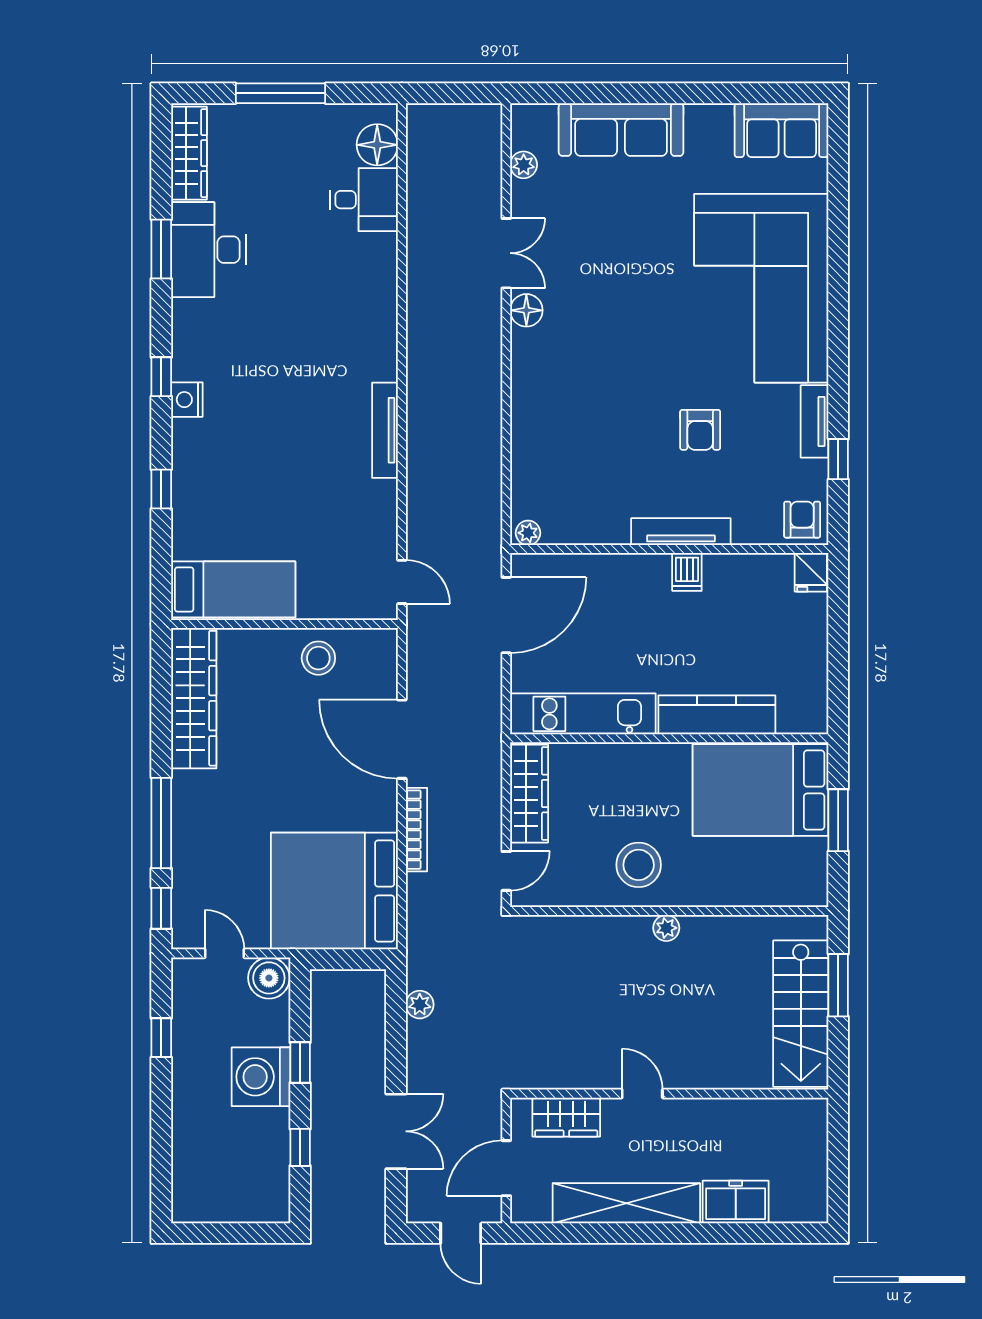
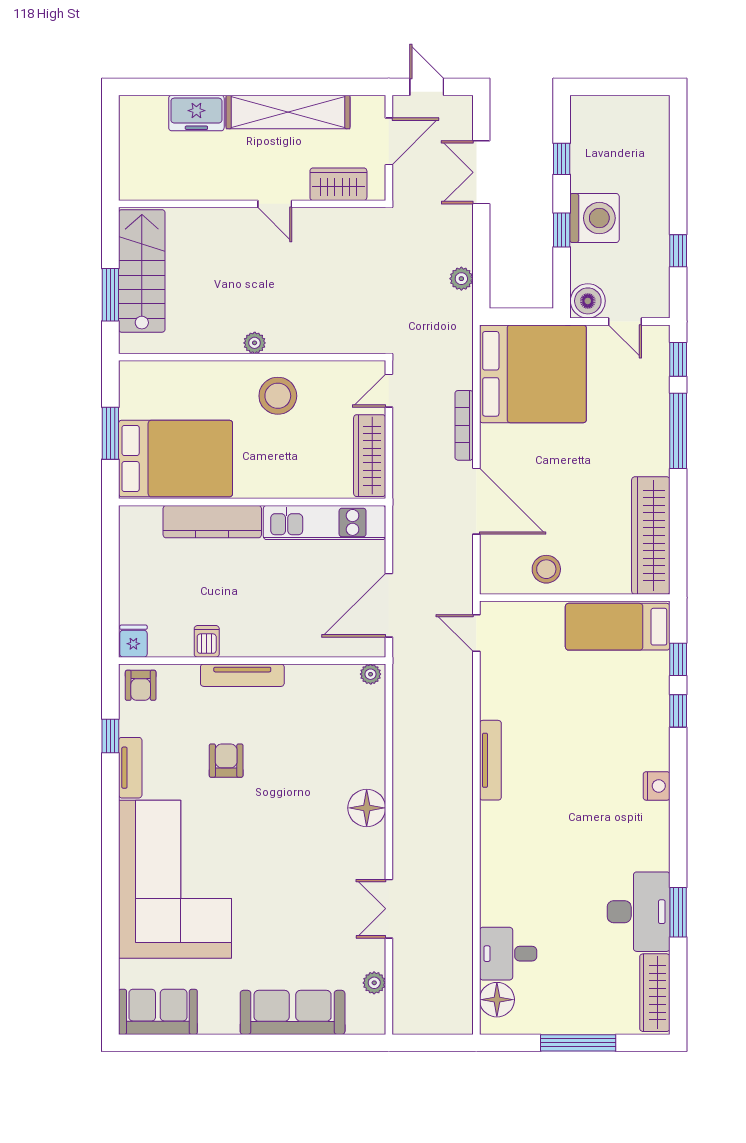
floor lamp: (526, 310) -> (367, 808), moved, width x1.38, depth x1.38
window: (161, 377) -> (678, 659), moved
dishwasher: (687, 572) -> (207, 641), moved

